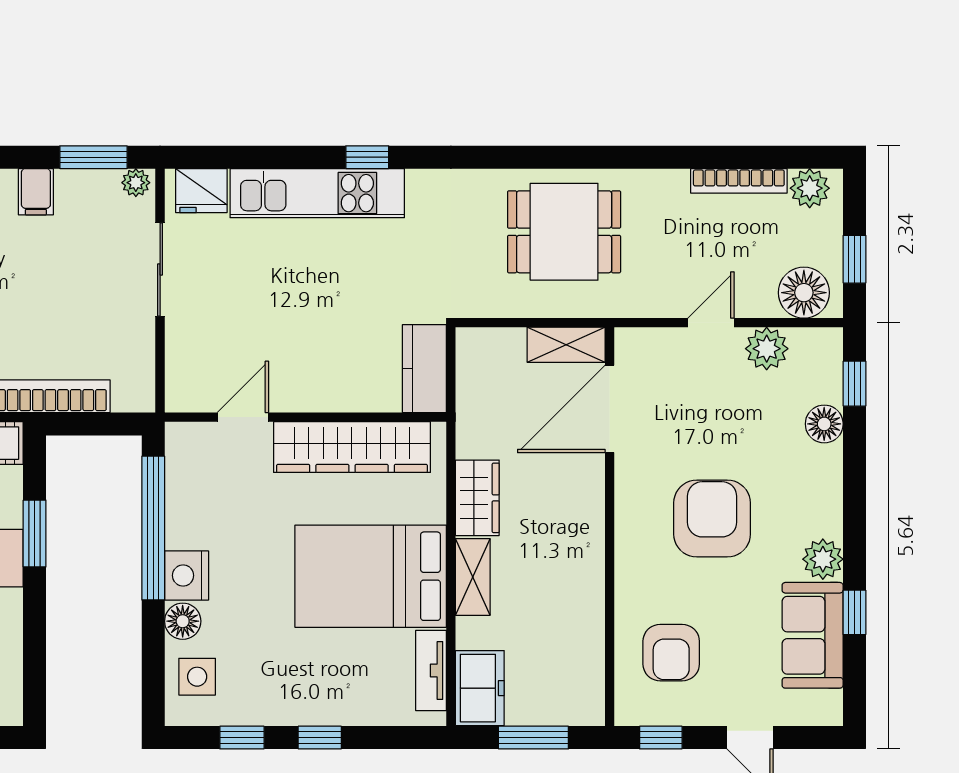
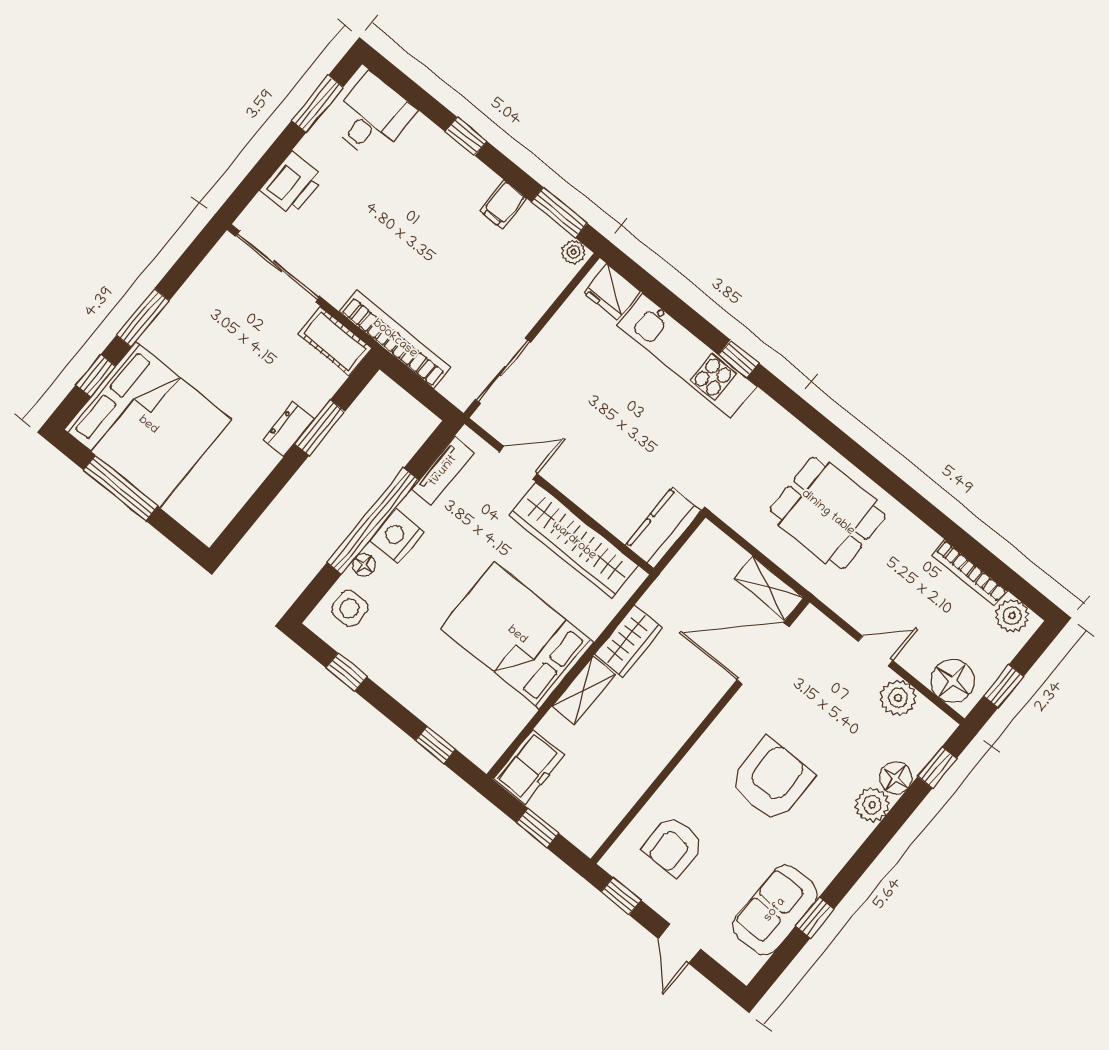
sliding door: (160, 270) -> (503, 371), moved
window: (153, 528) -> (373, 521), moved
plant: (823, 559) -> (872, 805), moved
floor lamp: (183, 621) -> (364, 565), width x0.73, depth x0.73
tv unit: (431, 671) -> (443, 471), moved, turned 180
window: (320, 738) -> (435, 745), moved
window: (533, 738) -> (537, 828), width x0.67

